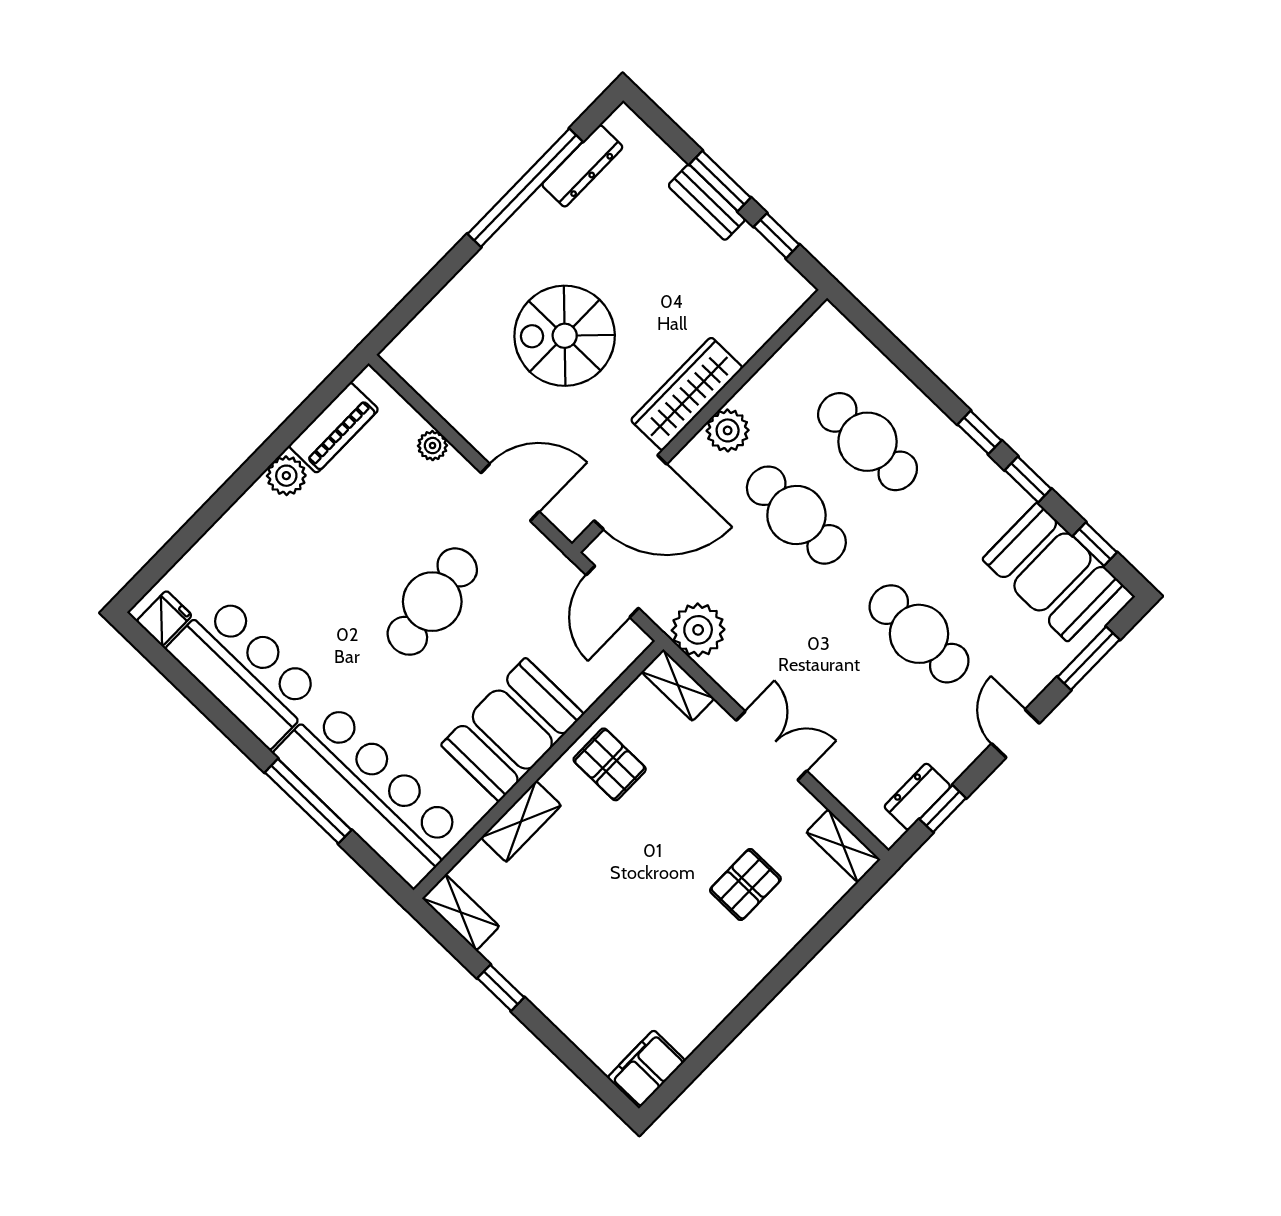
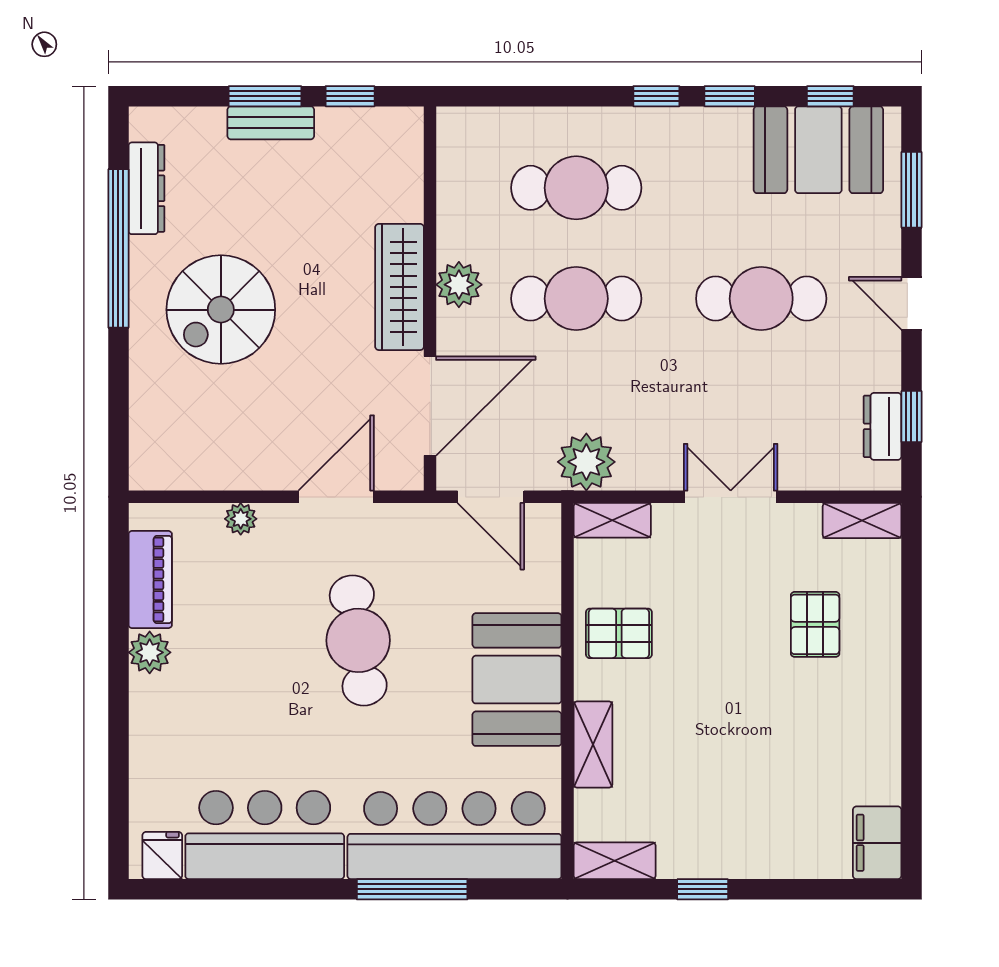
spiral stairs: (565, 336) -> (221, 310), moved

